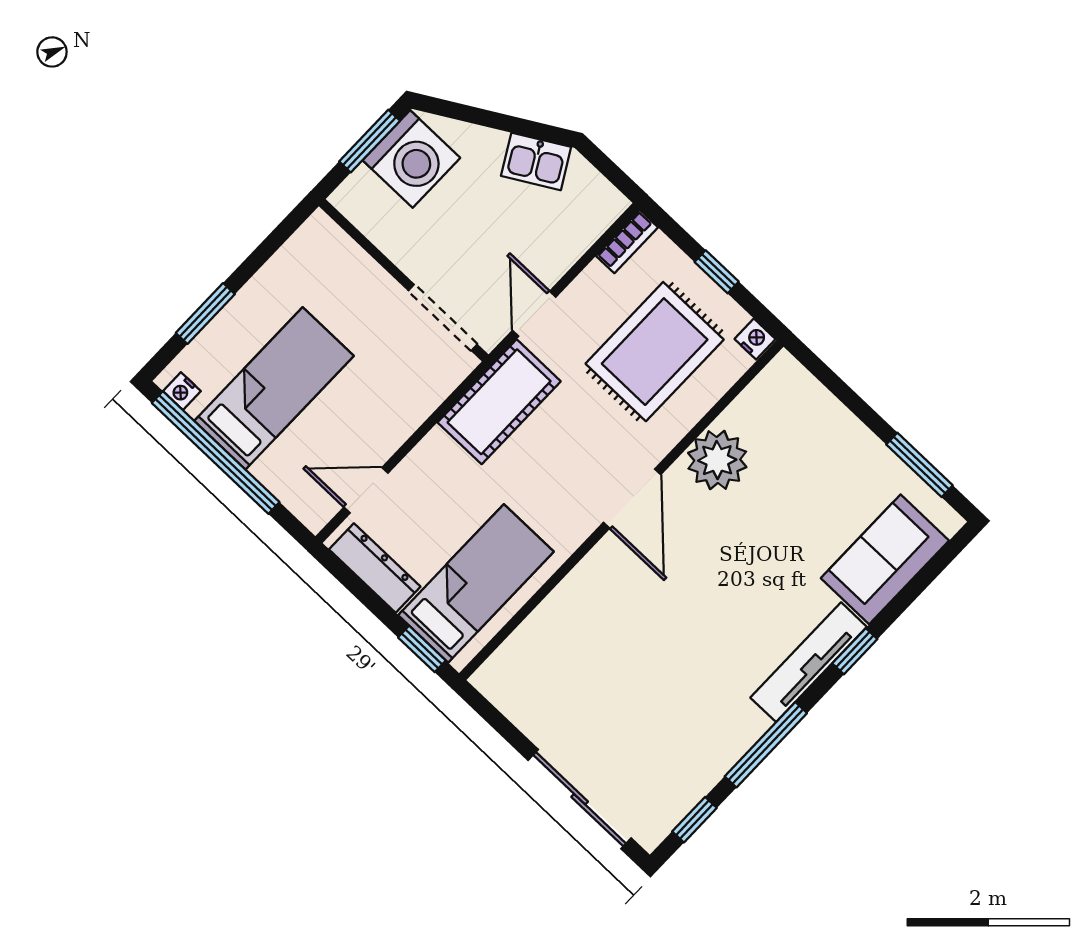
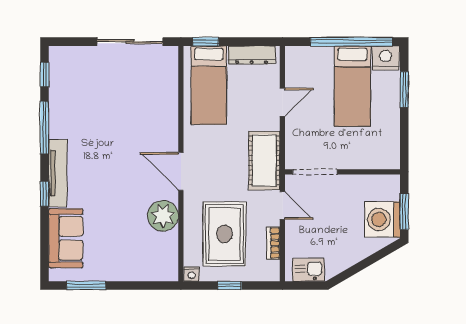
kitchen sink: (536, 161) -> (308, 270), moved, turned 30
bookcase: (627, 242) -> (273, 243), moved
nightstand: (182, 391) -> (386, 58), width x1.89, depth x1.79
door: (366, 490) -> (282, 102), moved
sliding door: (580, 799) -> (130, 42), moved

